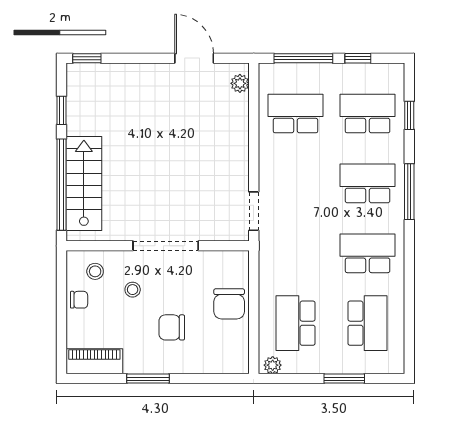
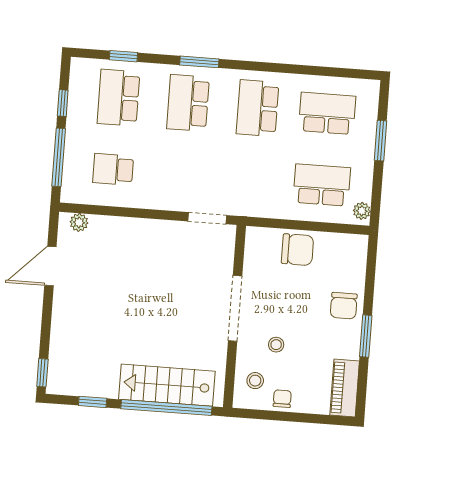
school desk: (296, 114) -> (113, 169), width x0.54
window: (409, 192) -> (199, 62), width x0.69
school desk: (296, 323) -> (322, 185), turned 180
chair: (172, 327) -> (344, 306), moved

